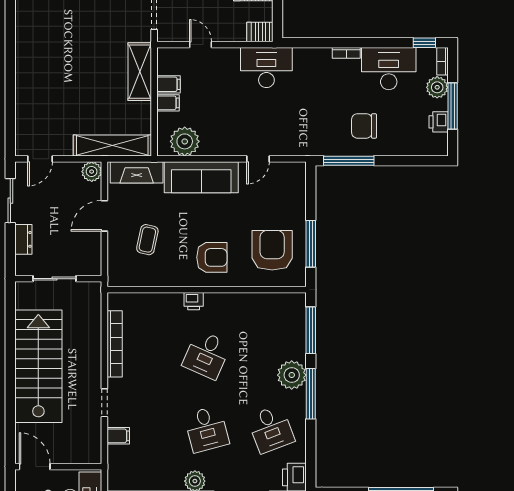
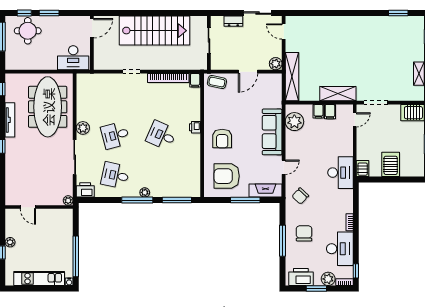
door: (201, 45) -> (355, 120), moved
window: (453, 106) -> (316, 288), width x0.69
printer: (439, 122) -> (301, 277), width x1.87, depth x1.48
chair: (304, 132) -> (300, 196), added
door: (258, 159) -> (284, 167), swing flipped
window: (349, 161) -> (282, 241), moved
fireplace: (137, 172) -> (265, 191), moved, turned 90
door: (104, 216) -> (248, 72), swing flipped
coffee table: (147, 240) -> (217, 82), moved
window: (311, 244) -> (245, 200), moved
armchair: (272, 250) -> (227, 176), turned 180
plant: (292, 375) -> (145, 192), width x0.53, depth x0.53
desk: (271, 429) -> (115, 175), turned 33
filing cabinet: (118, 436) -> (195, 80), moved

